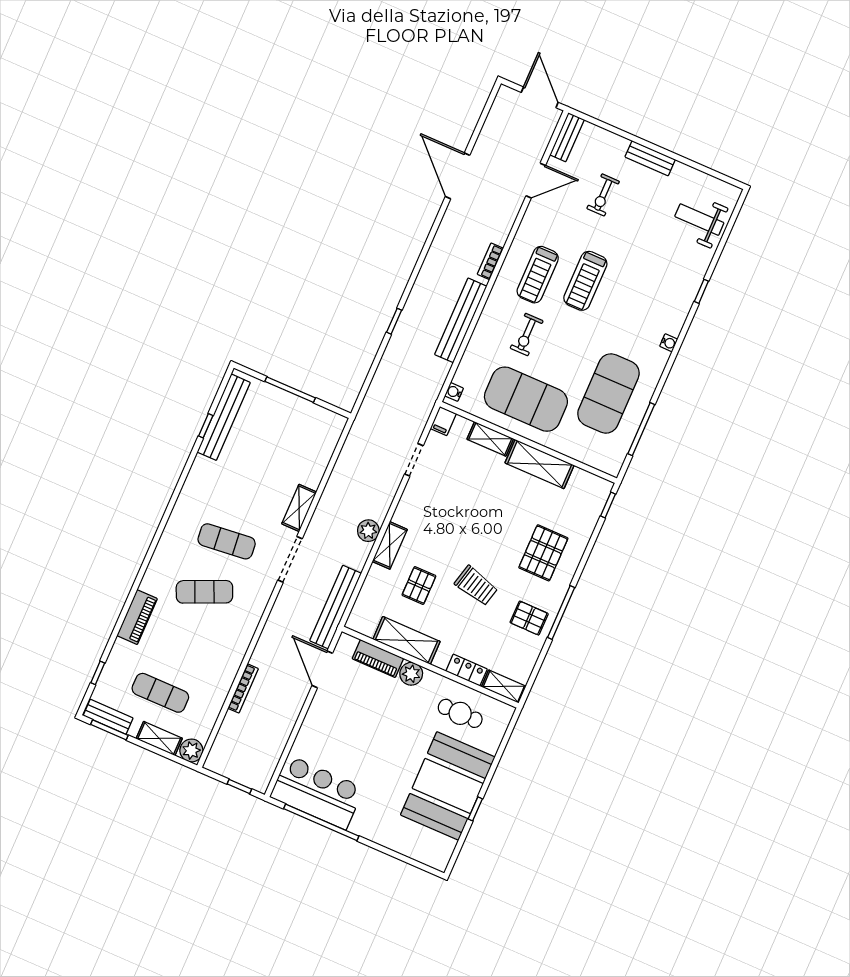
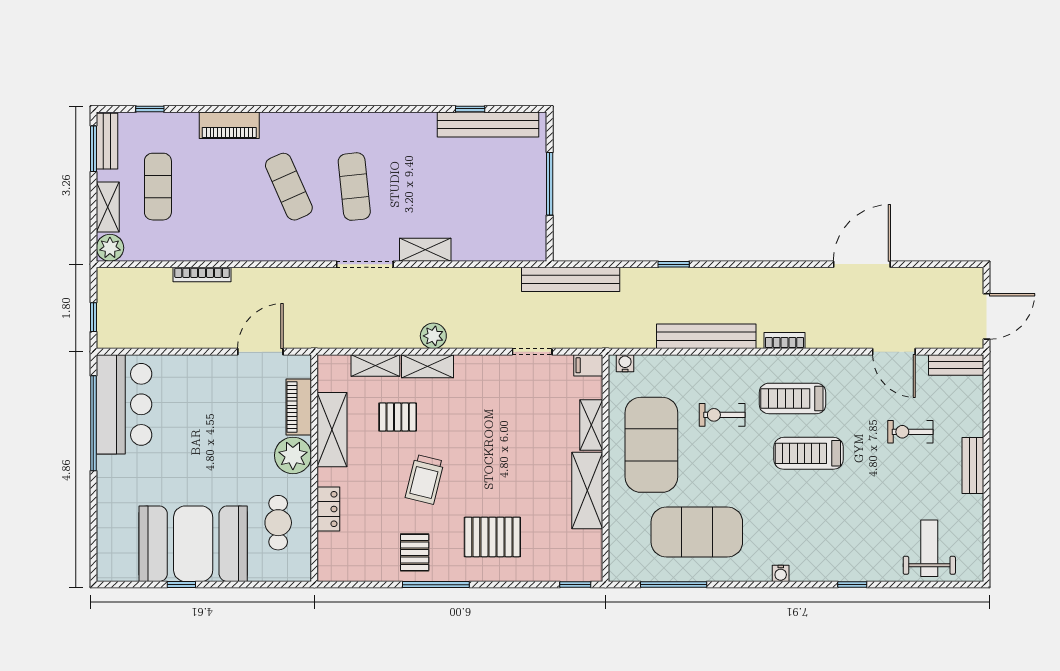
bench: (336, 607) -> (571, 279), moved
plant: (411, 674) -> (293, 455), width x1.36, depth x1.36
shelving: (504, 686) -> (375, 365), moved, turned 90

